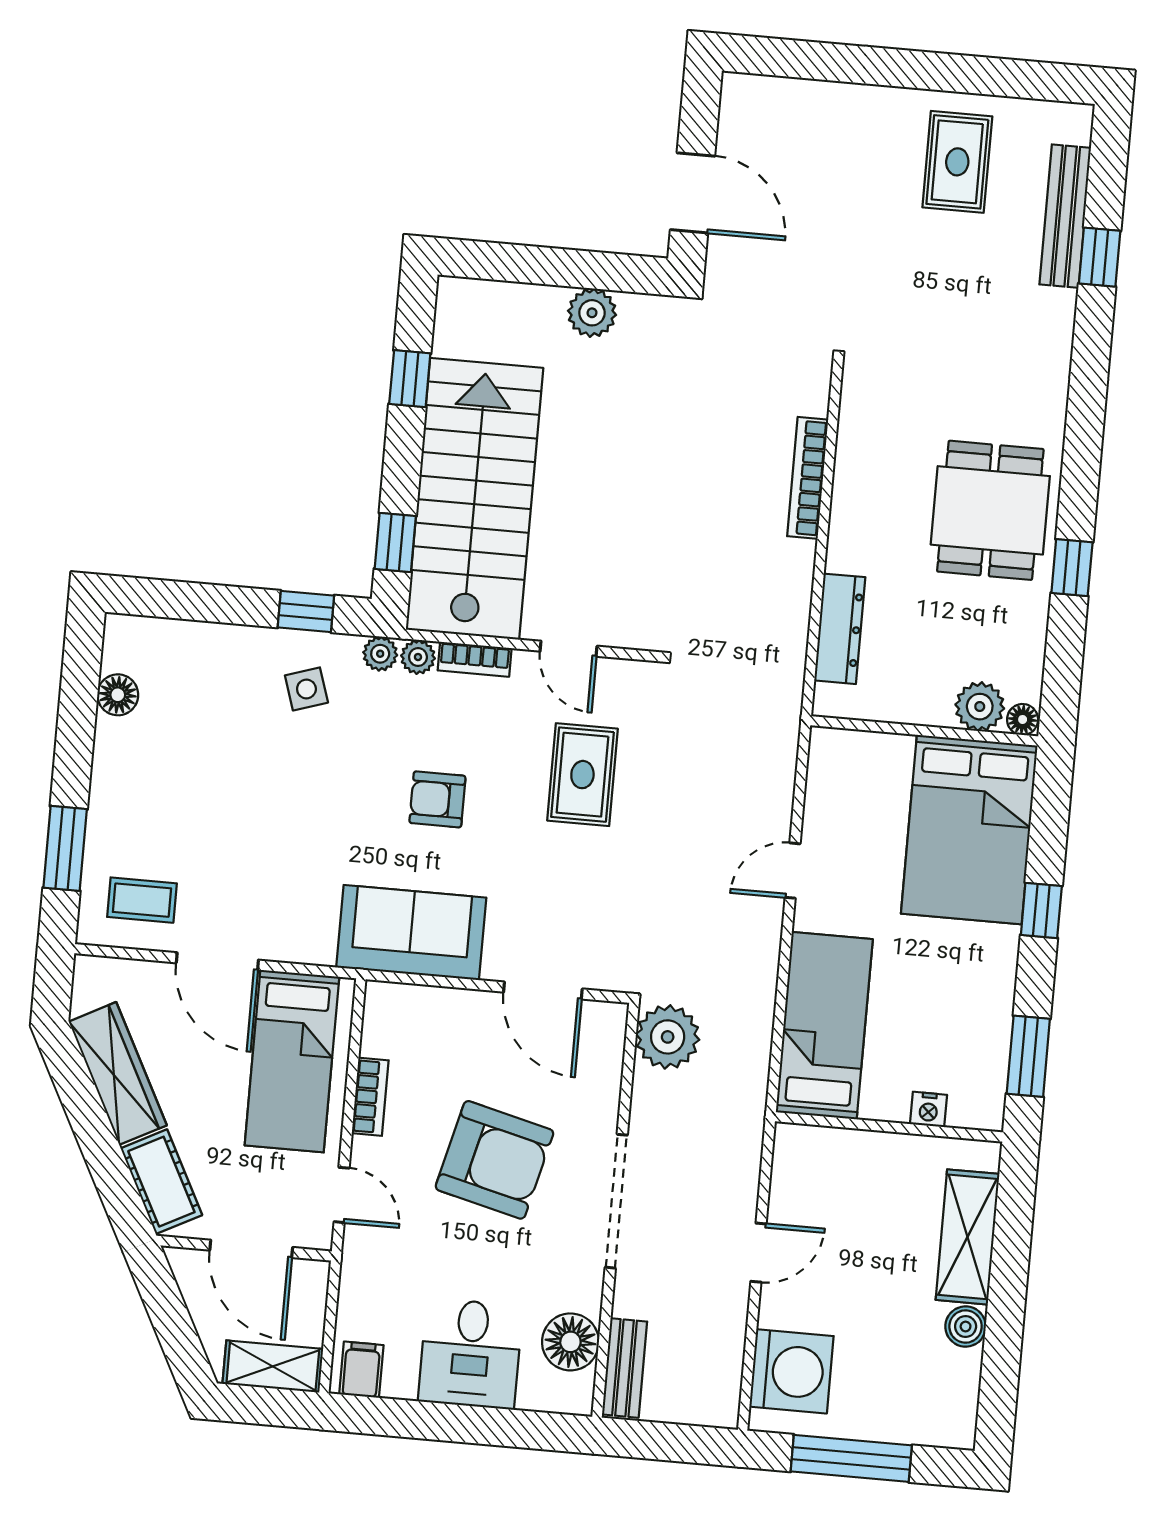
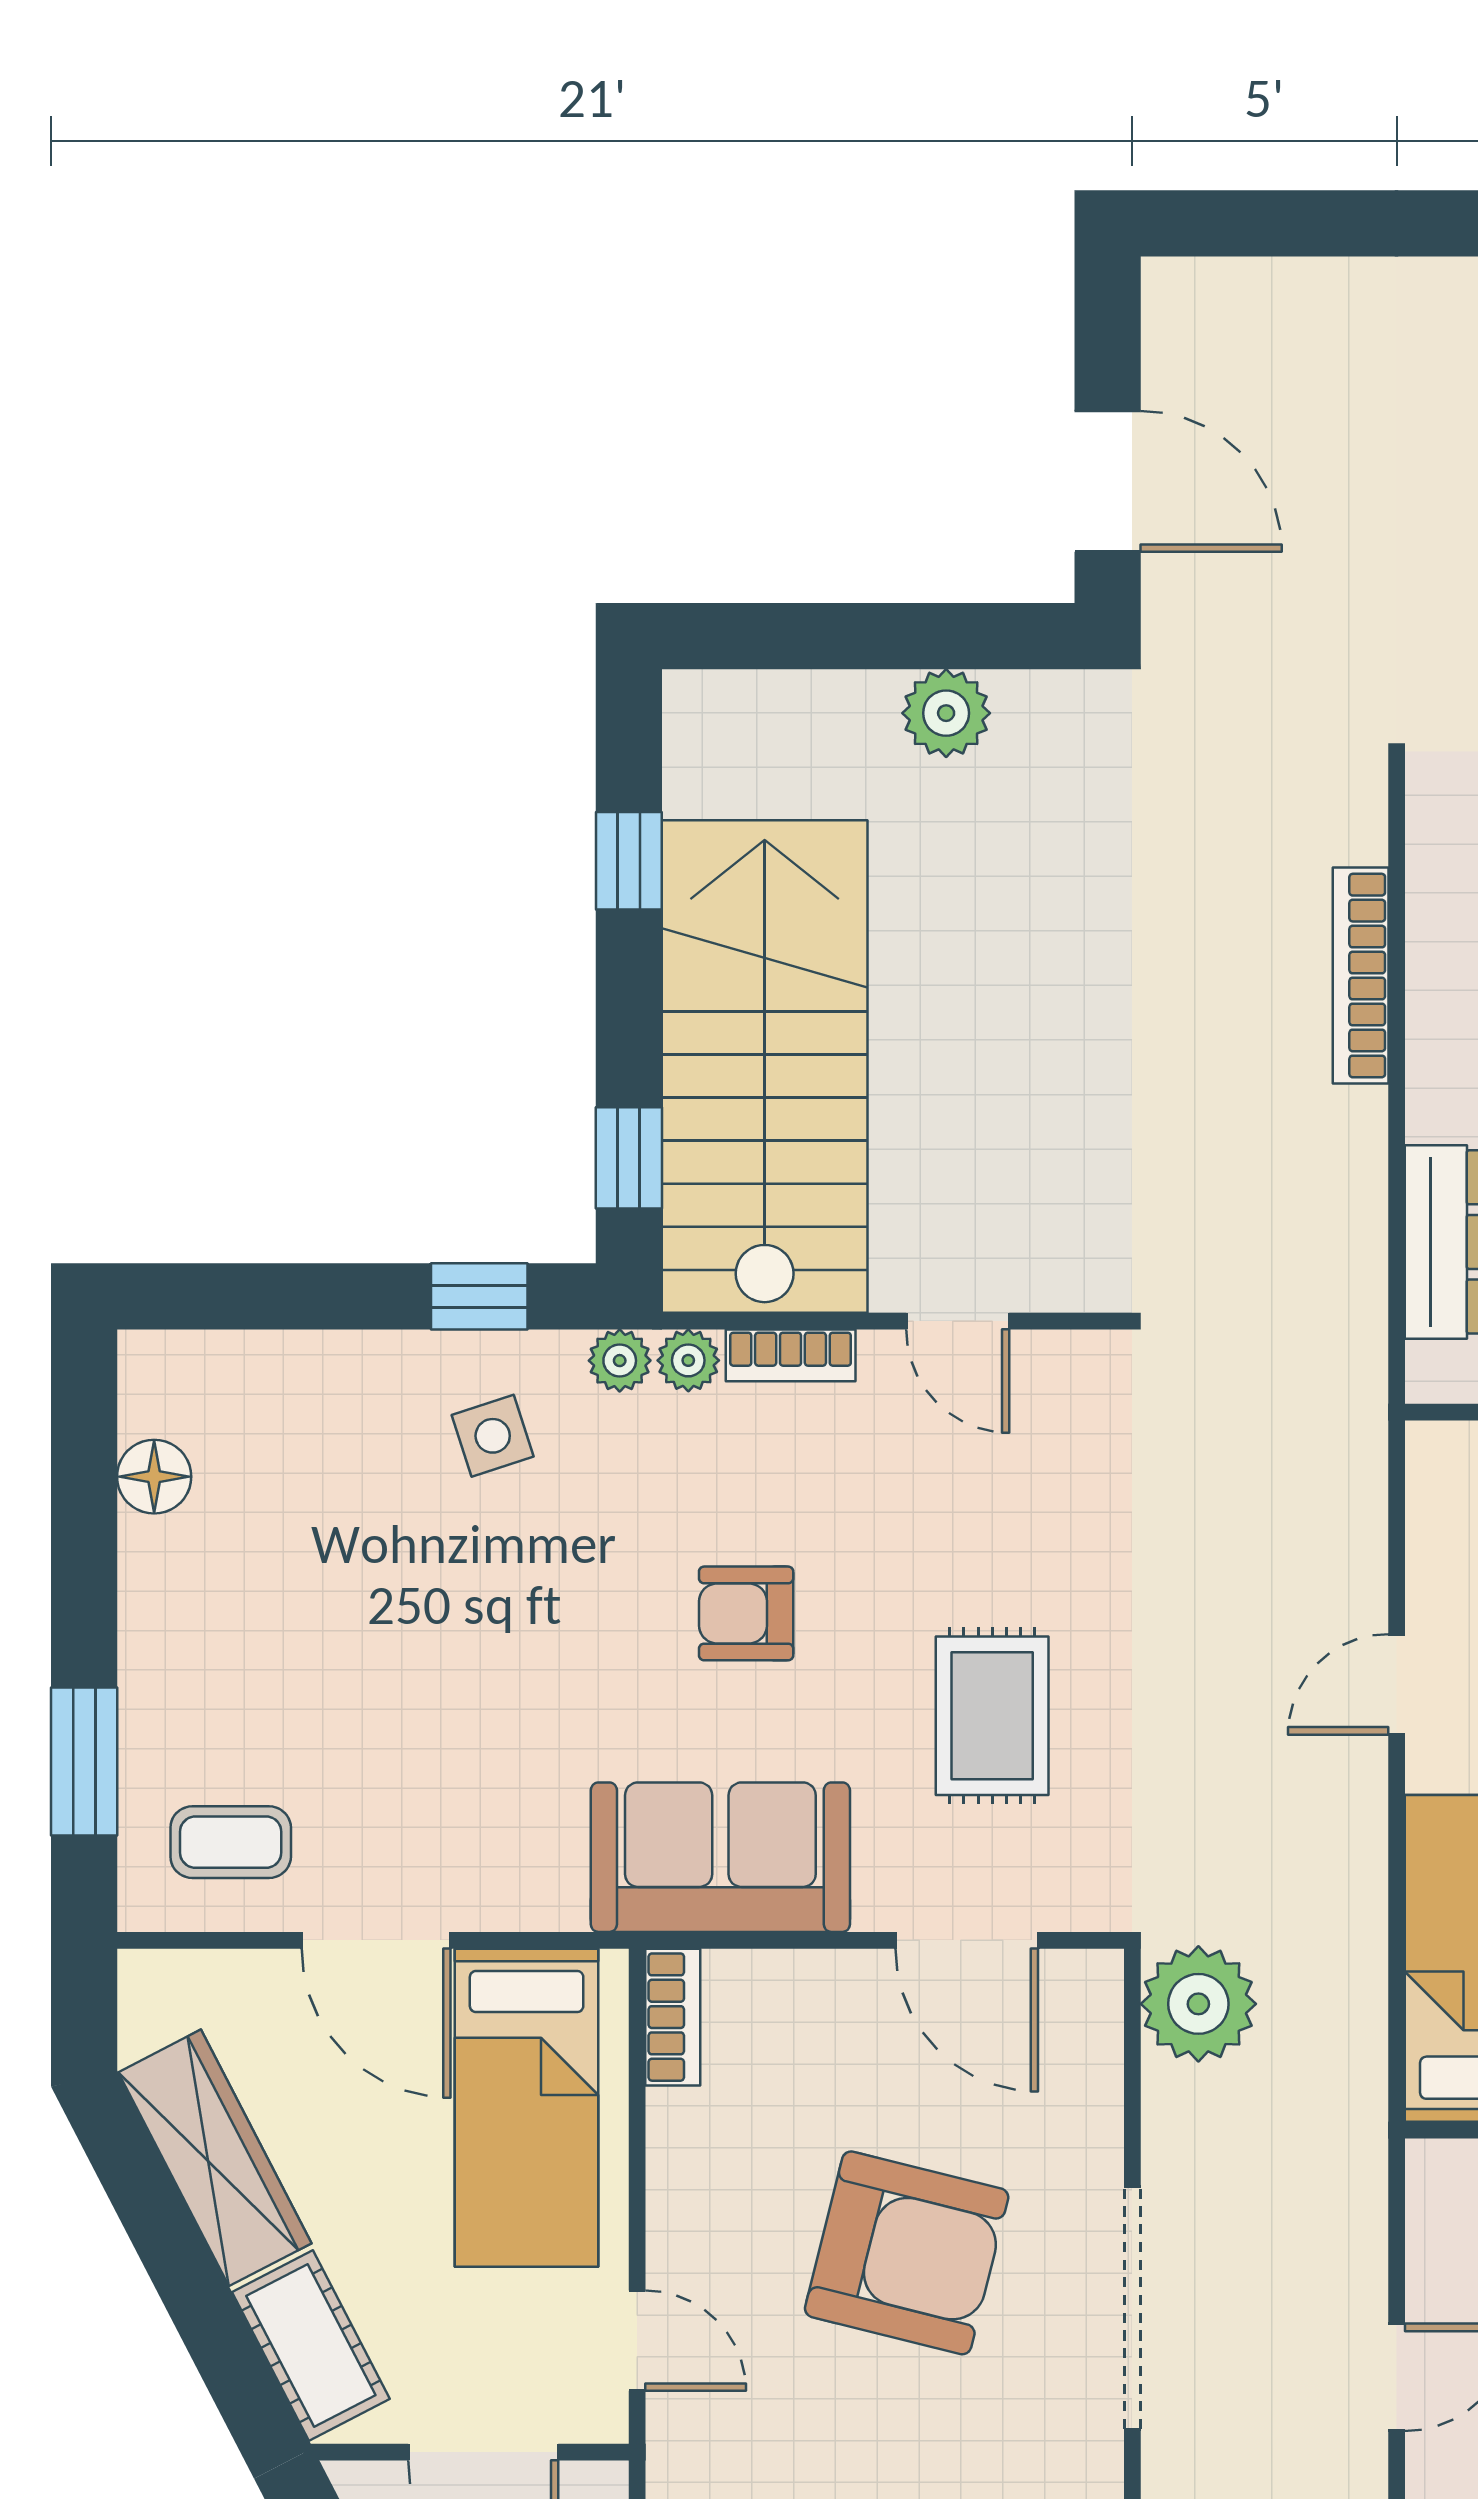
rug: (582, 775) -> (992, 1716), moved
bookcase: (370, 1097) -> (673, 2017), moved

